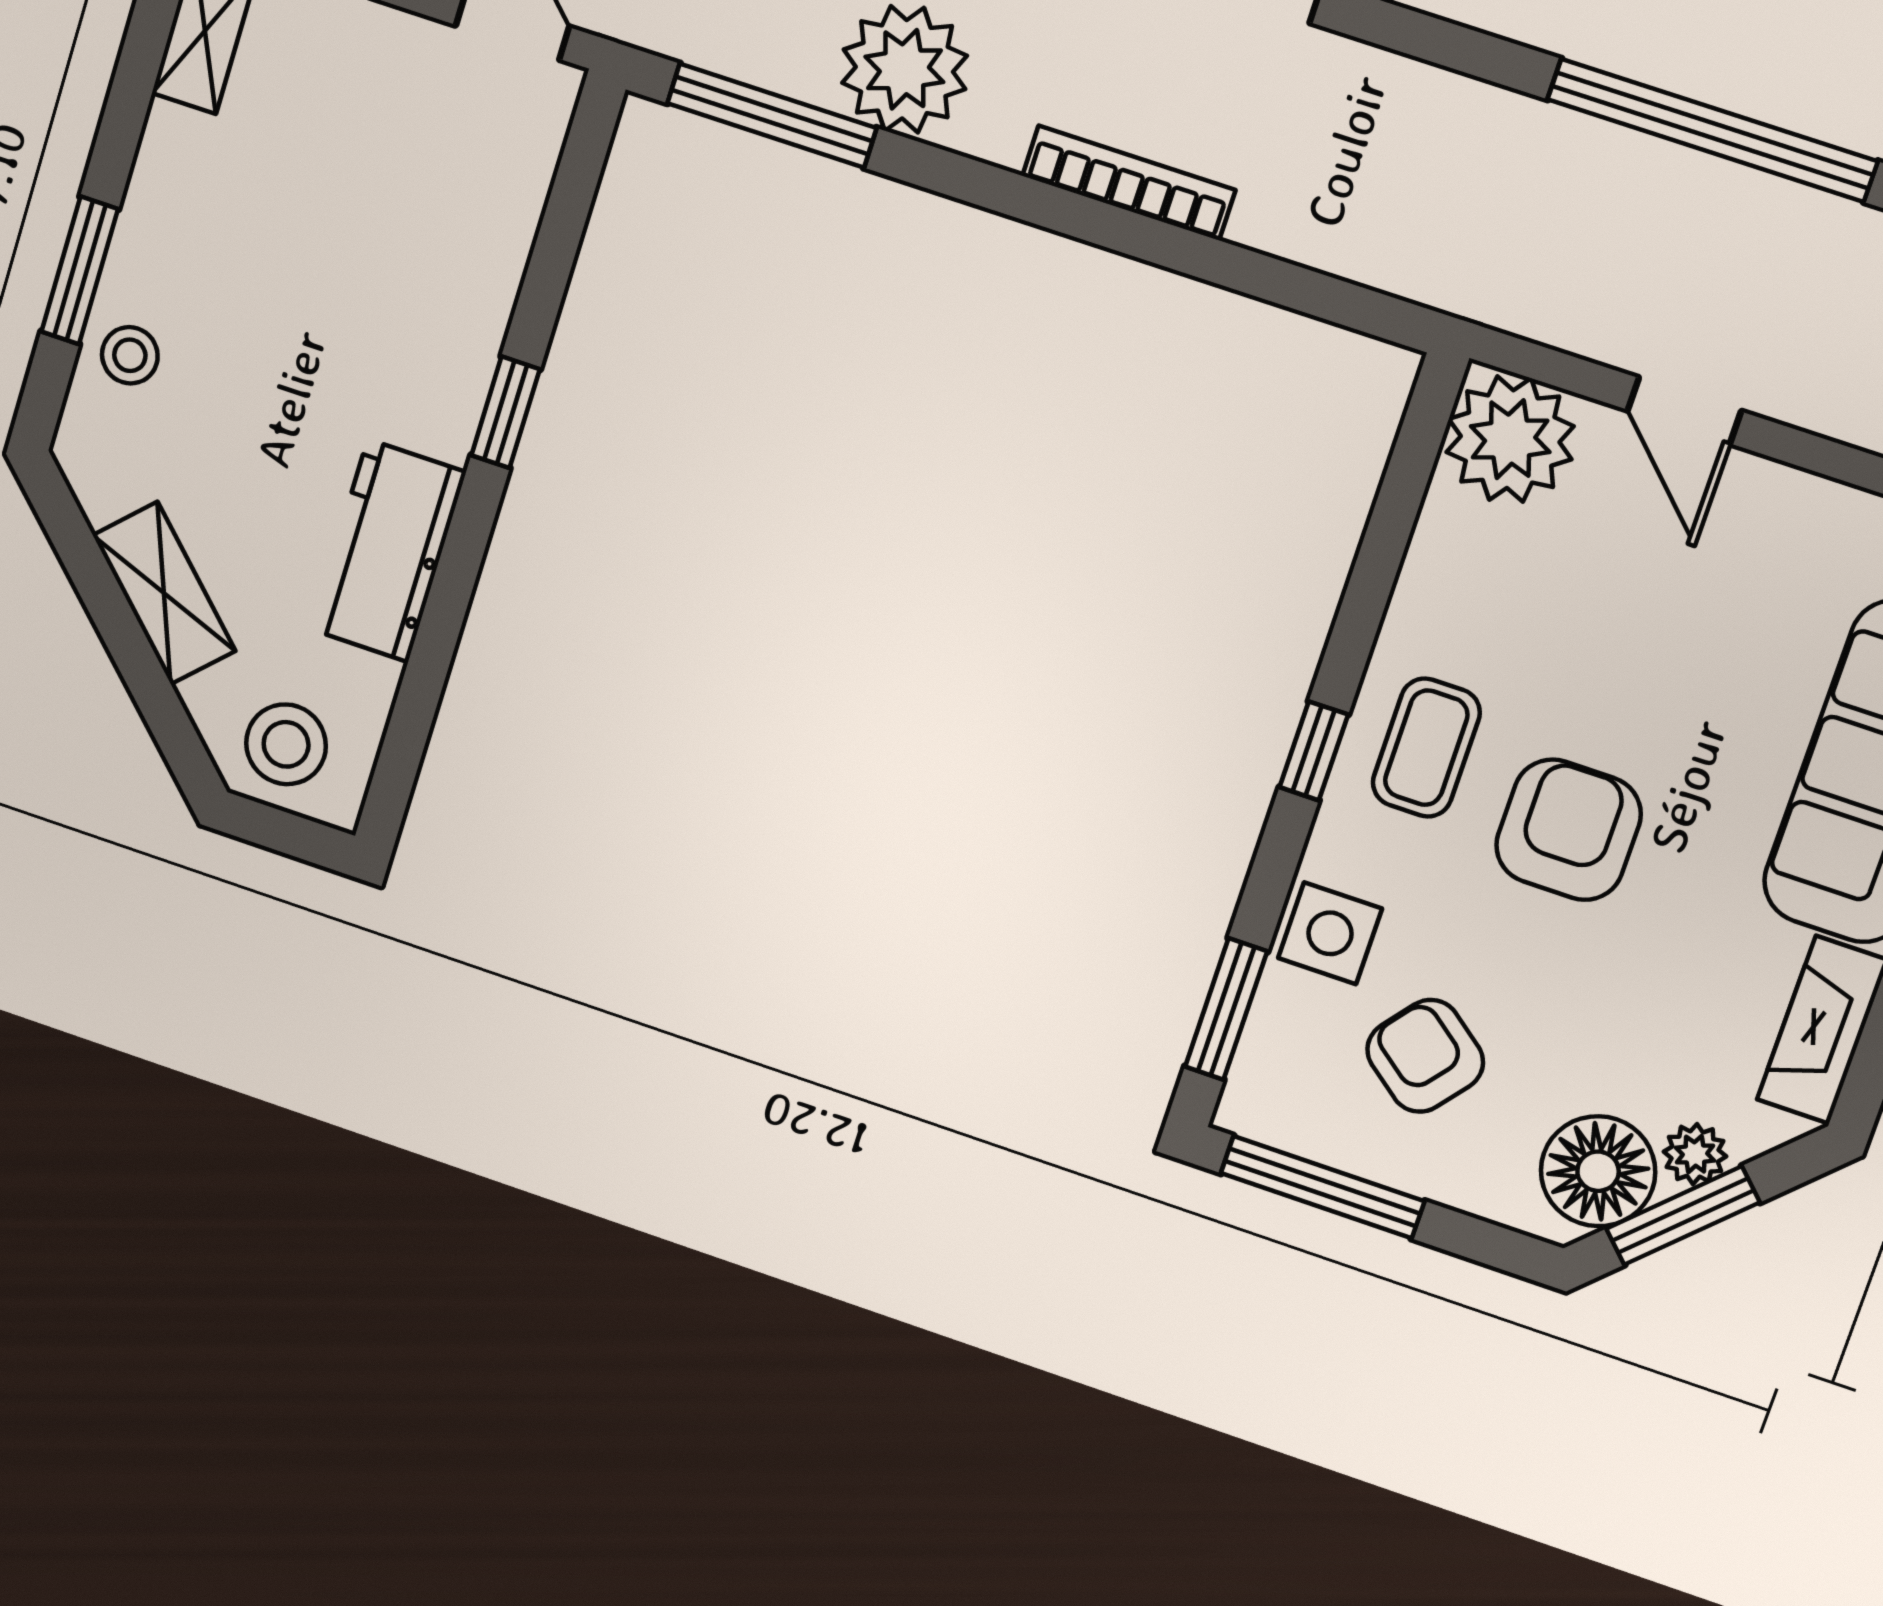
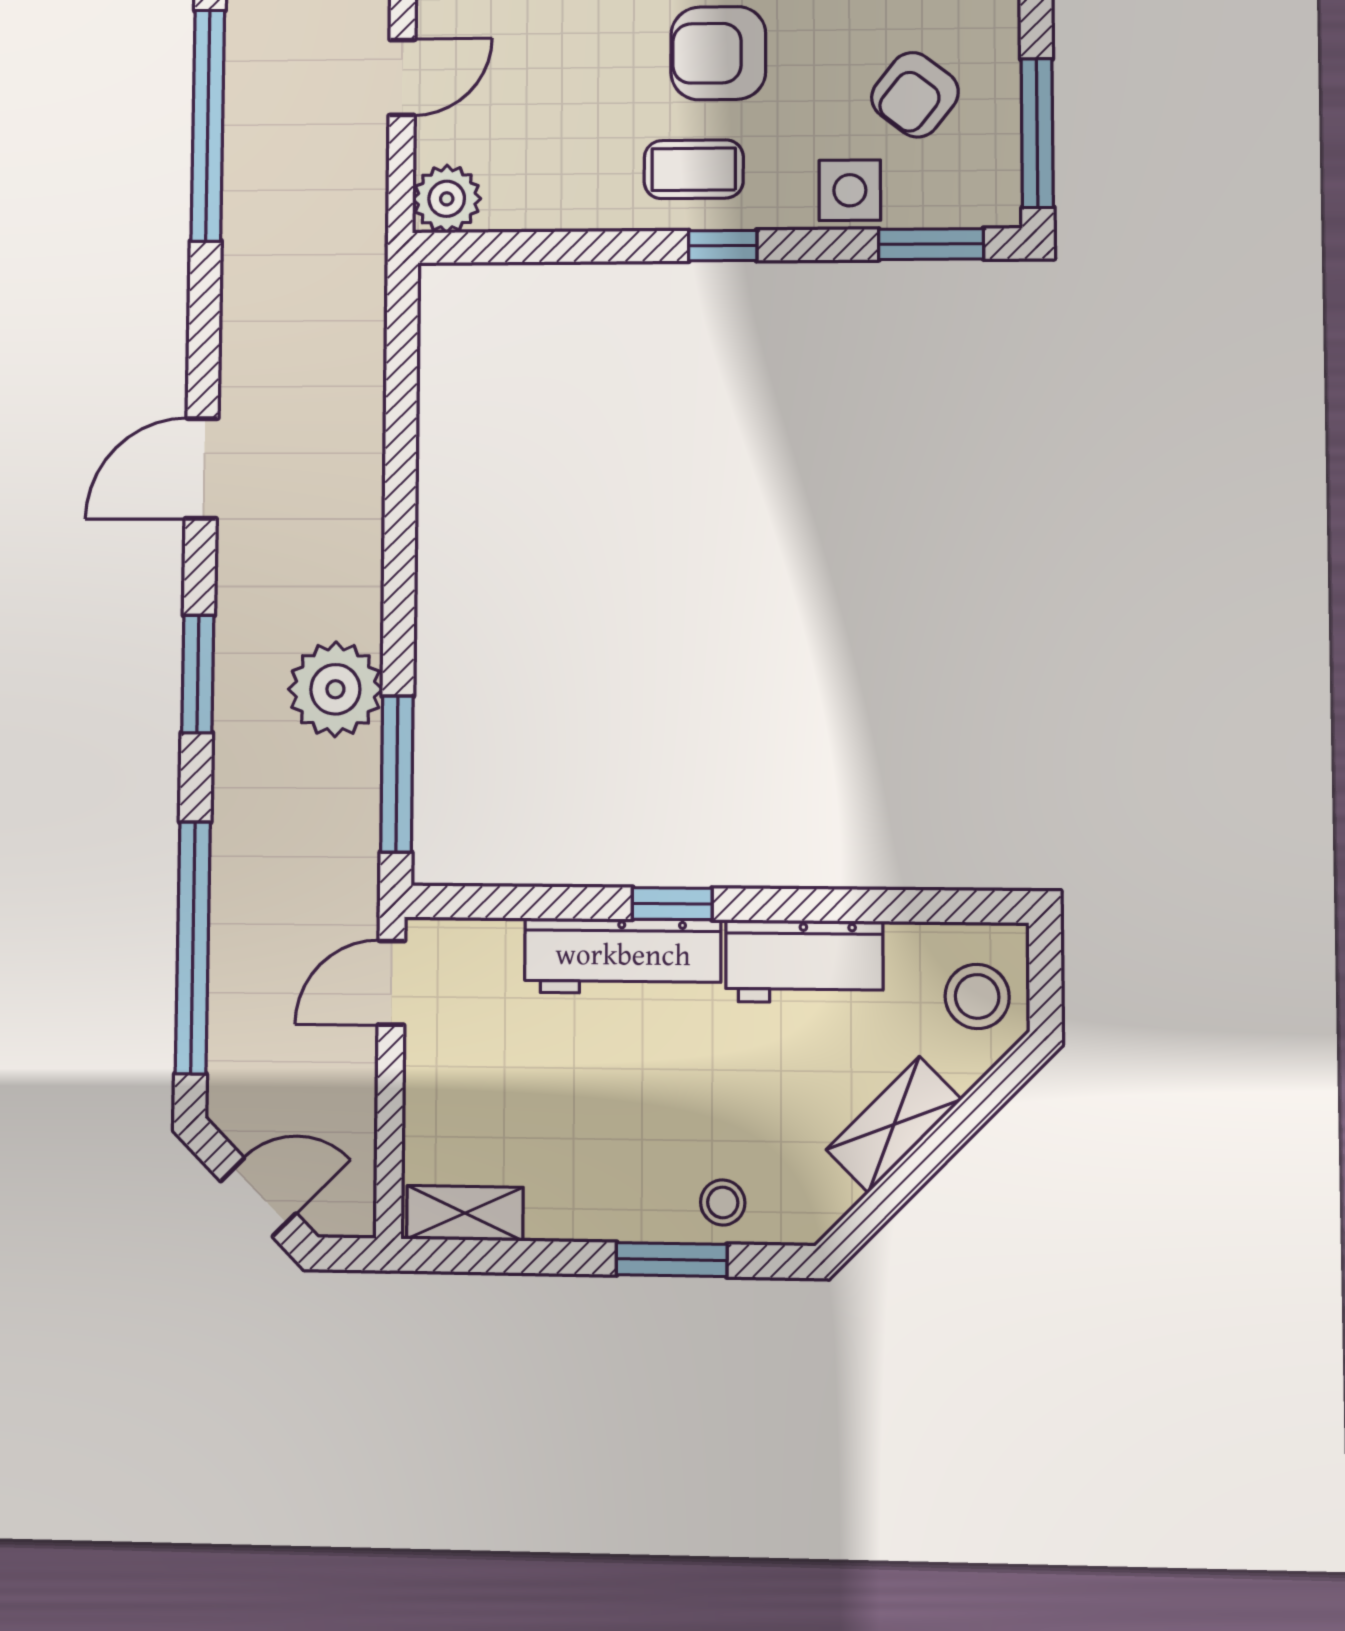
bookcase: (1129, 183) -> (366, 506), removed
workbench: (460, 330) -> (623, 956), added
plant: (1510, 439) -> (447, 199), width x0.73, depth x0.73

